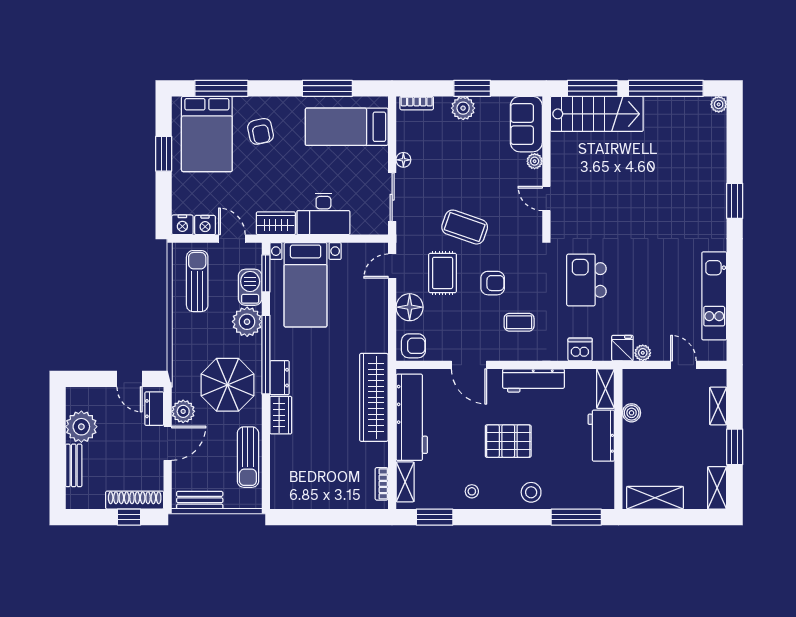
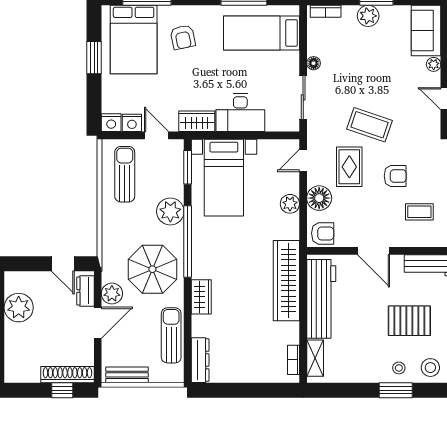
barbecue: (250, 287) -> (173, 180), removed
plant: (378, 313) -> (290, 204), added
dresser: (279, 378) -> (200, 360), moved, width x1.44
sun lounger: (248, 457) -> (171, 335), turned 180
bench: (74, 465) -> (12, 343), removed
stool: (472, 491) -> (399, 368), moved
window: (435, 517) -> (396, 390), moved

